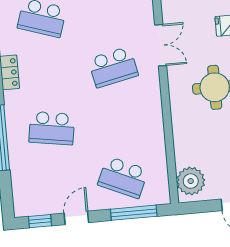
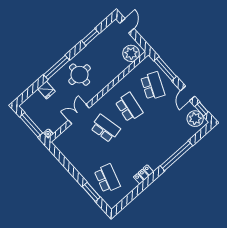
school desk: (52, 128) -> (129, 107), moved
plant: (33, 202) -> (195, 119), added
door: (76, 218) -> (188, 93), hinge flipped

